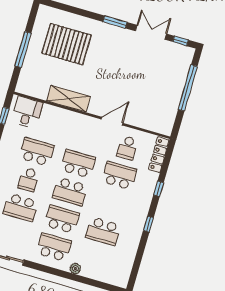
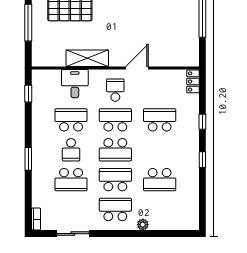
desk: (27, 112) -> (75, 84), moved
school desk: (127, 148) -> (115, 90), moved, turned 180
locker: (159, 155) -> (193, 81), width x0.66

